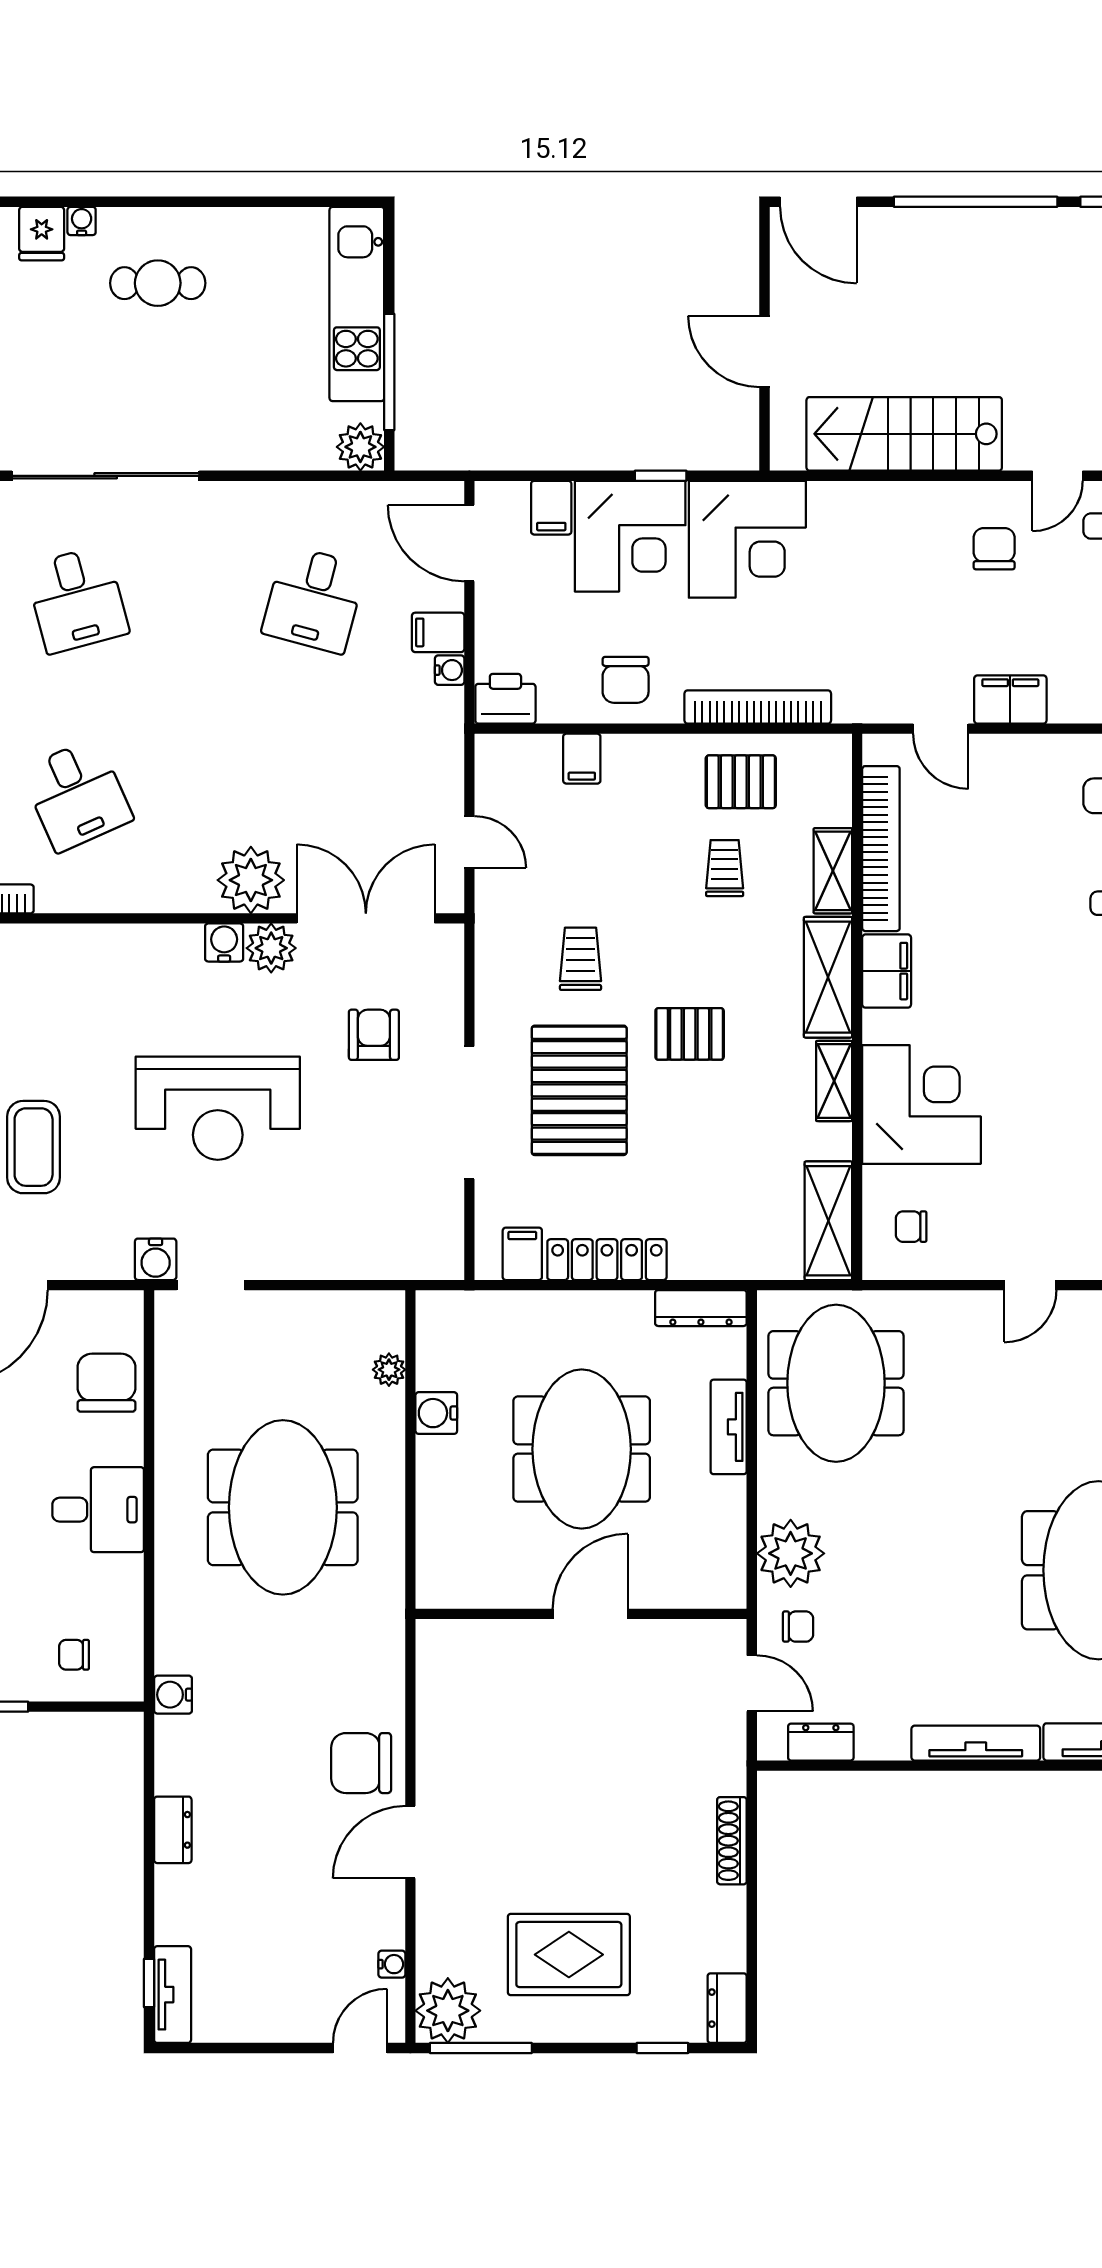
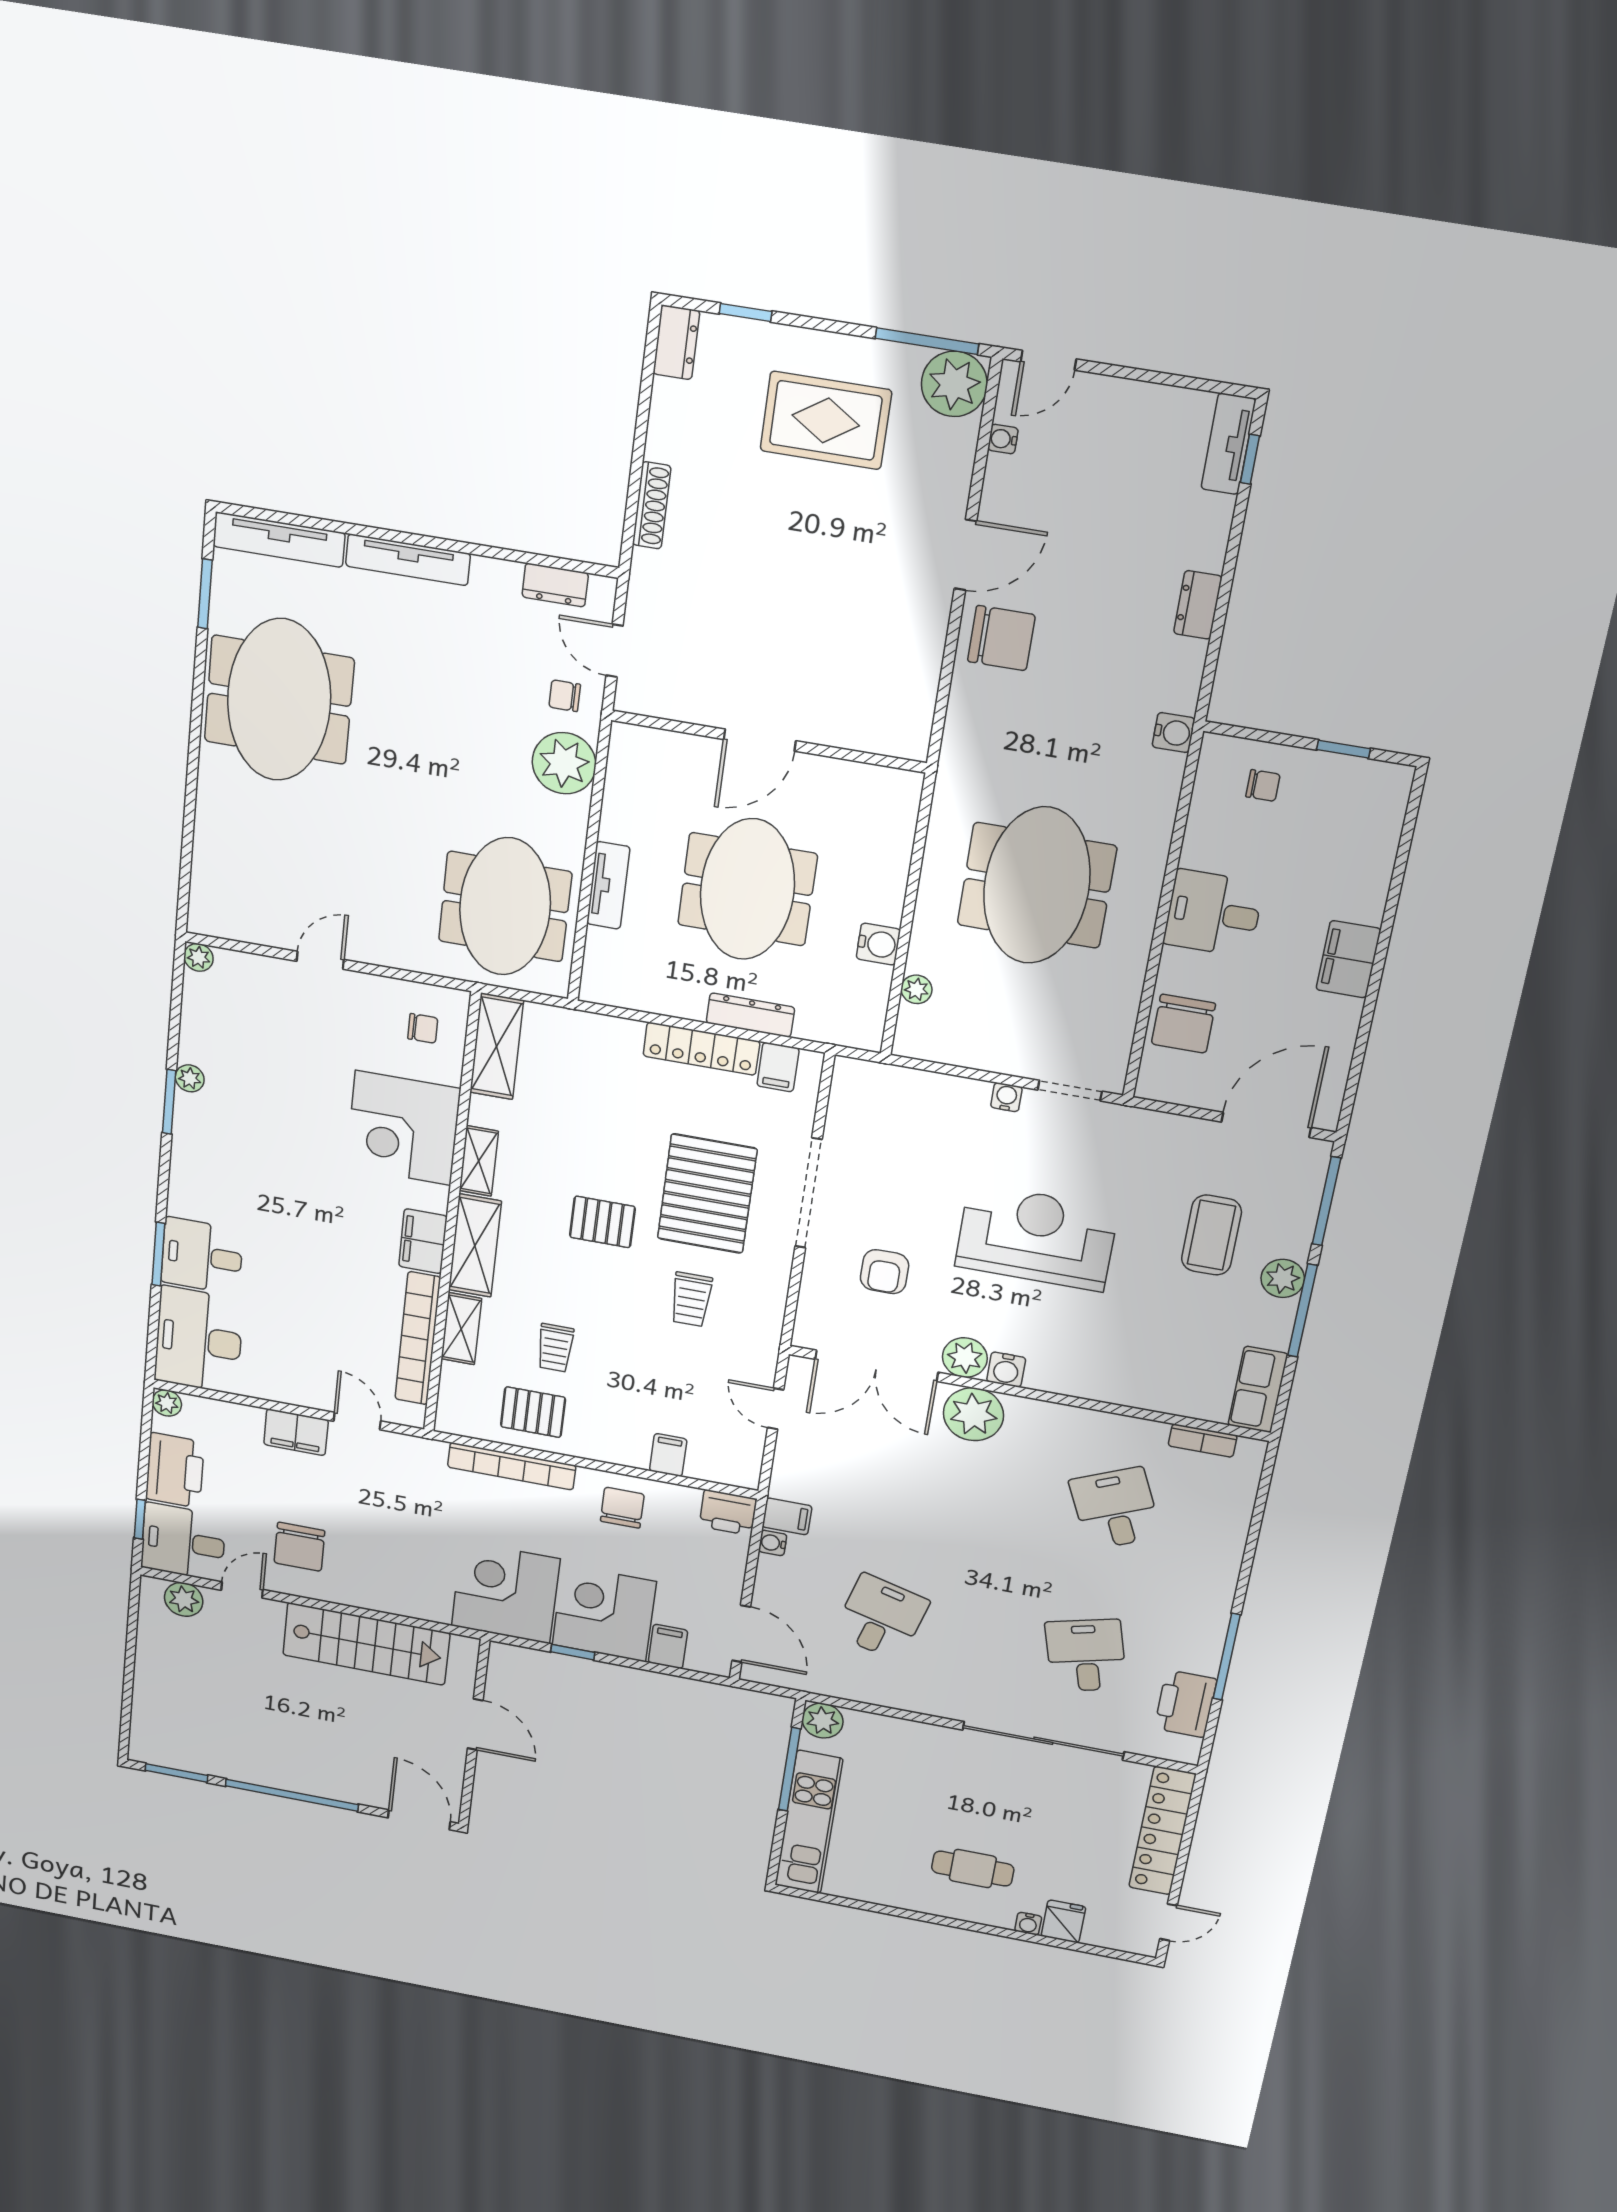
chair: (994, 549) -> (299, 1547), width x1.37, depth x1.37
filing cabinet: (438, 632) -> (787, 1516), moved
water cooler: (156, 1259) -> (1006, 1097), moved, width x0.72, depth x0.72
dresser: (701, 1308) -> (750, 1015), moved

